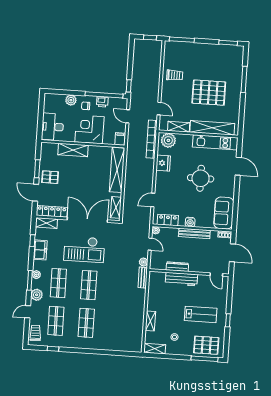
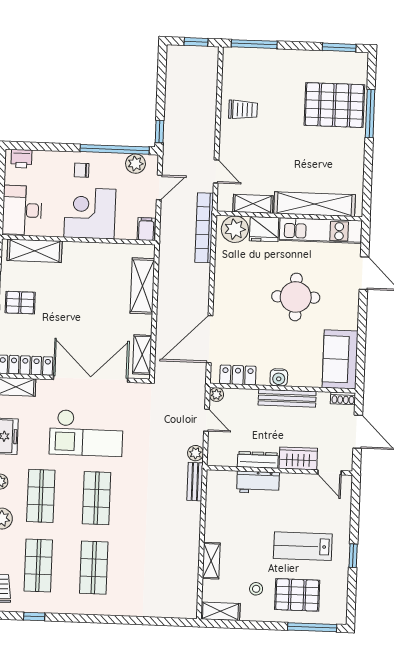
pallet: (209, 93) -> (334, 105), moved
plant: (71, 100) -> (135, 164), moved
printer: (102, 102) -> (21, 159), moved
door: (128, 116) -> (159, 187), swing flipped
shelving: (73, 150) -> (35, 251), moved
fridge: (163, 163) -> (264, 229), moved, turned 90
shelving: (117, 170) -> (142, 286), width x0.68
door: (153, 200) -> (210, 339), width x1.88
wardrobe: (199, 266) -> (298, 458), added
workbench: (181, 279) -> (258, 482), width x0.73
lab bench: (201, 314) -> (303, 546), turned 180
pallet: (206, 345) -> (297, 595), moved

